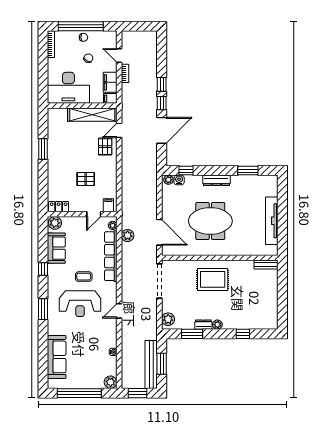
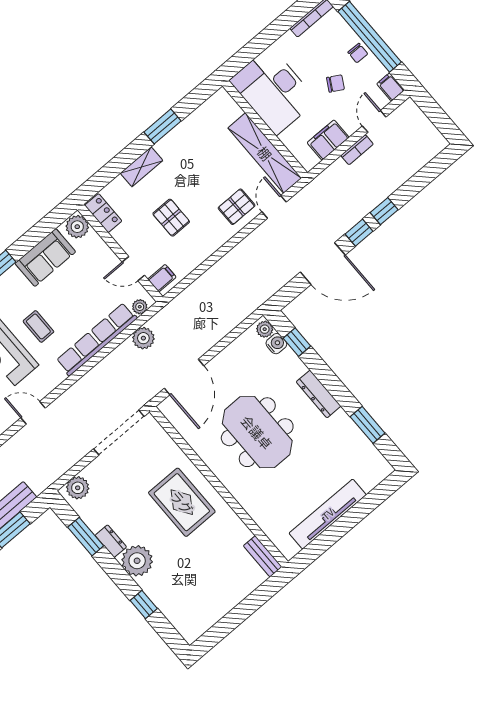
filing cabinet: (110, 98) -> (391, 87), moved
door: (119, 130) -> (274, 207), hinge flipped
shelving: (53, 173) -> (142, 167), added
plant: (217, 325) -> (137, 561), width x1.88, depth x1.88

